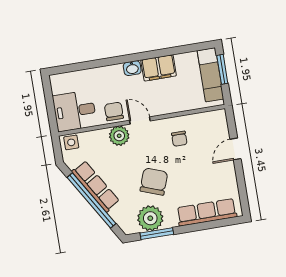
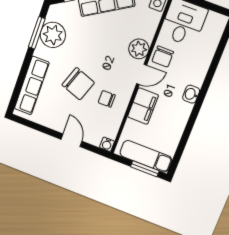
filing cabinet: (159, 68) -> (143, 106), moved, turned 180
chair: (114, 111) -> (163, 57), turned 90
water cooler: (220, 115) -> (107, 144), added
chair: (154, 182) -> (78, 84), moved

